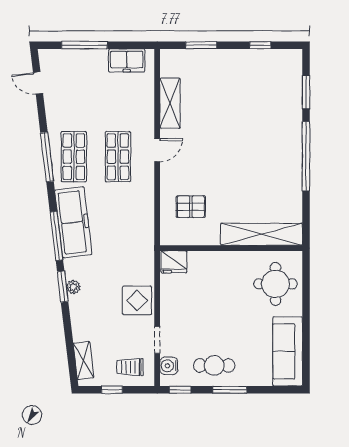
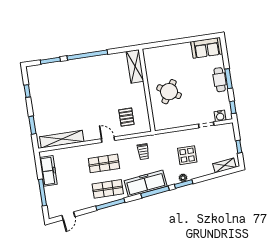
freezer: (127, 60) -> (48, 171), width x1.40
shelving: (170, 103) -> (62, 139), width x1.47
door: (157, 150) -> (108, 140), moved
shelving: (262, 234) -> (135, 66), width x0.68
fridge: (174, 262) -> (160, 122), removed
round table: (275, 284) -> (169, 92), moved, turned 31
display table: (137, 300) -> (187, 155), moved
sofa: (288, 351) -> (207, 48), width x0.73
cafe table: (214, 365) -> (220, 80), moved
trolley: (130, 367) -> (143, 152), moved

